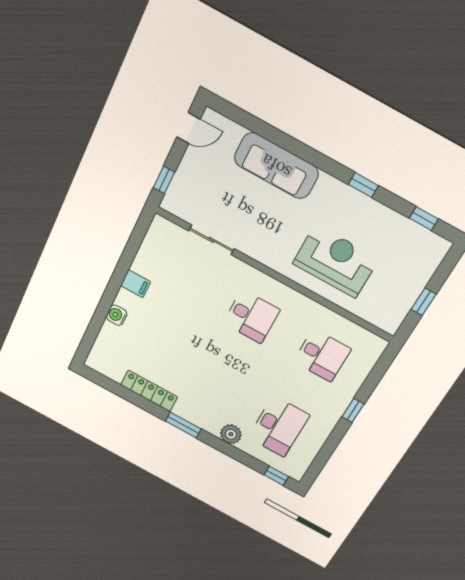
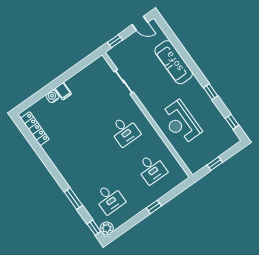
reception desk: (335, 261) -> (181, 123), turned 180
filing cabinet: (136, 284) -> (63, 91), moved
locker: (149, 391) -> (35, 129), moved
window: (183, 425) -> (73, 199), moved
desk: (279, 426) -> (109, 199), width x0.73
plant: (231, 434) -> (107, 228), moved

